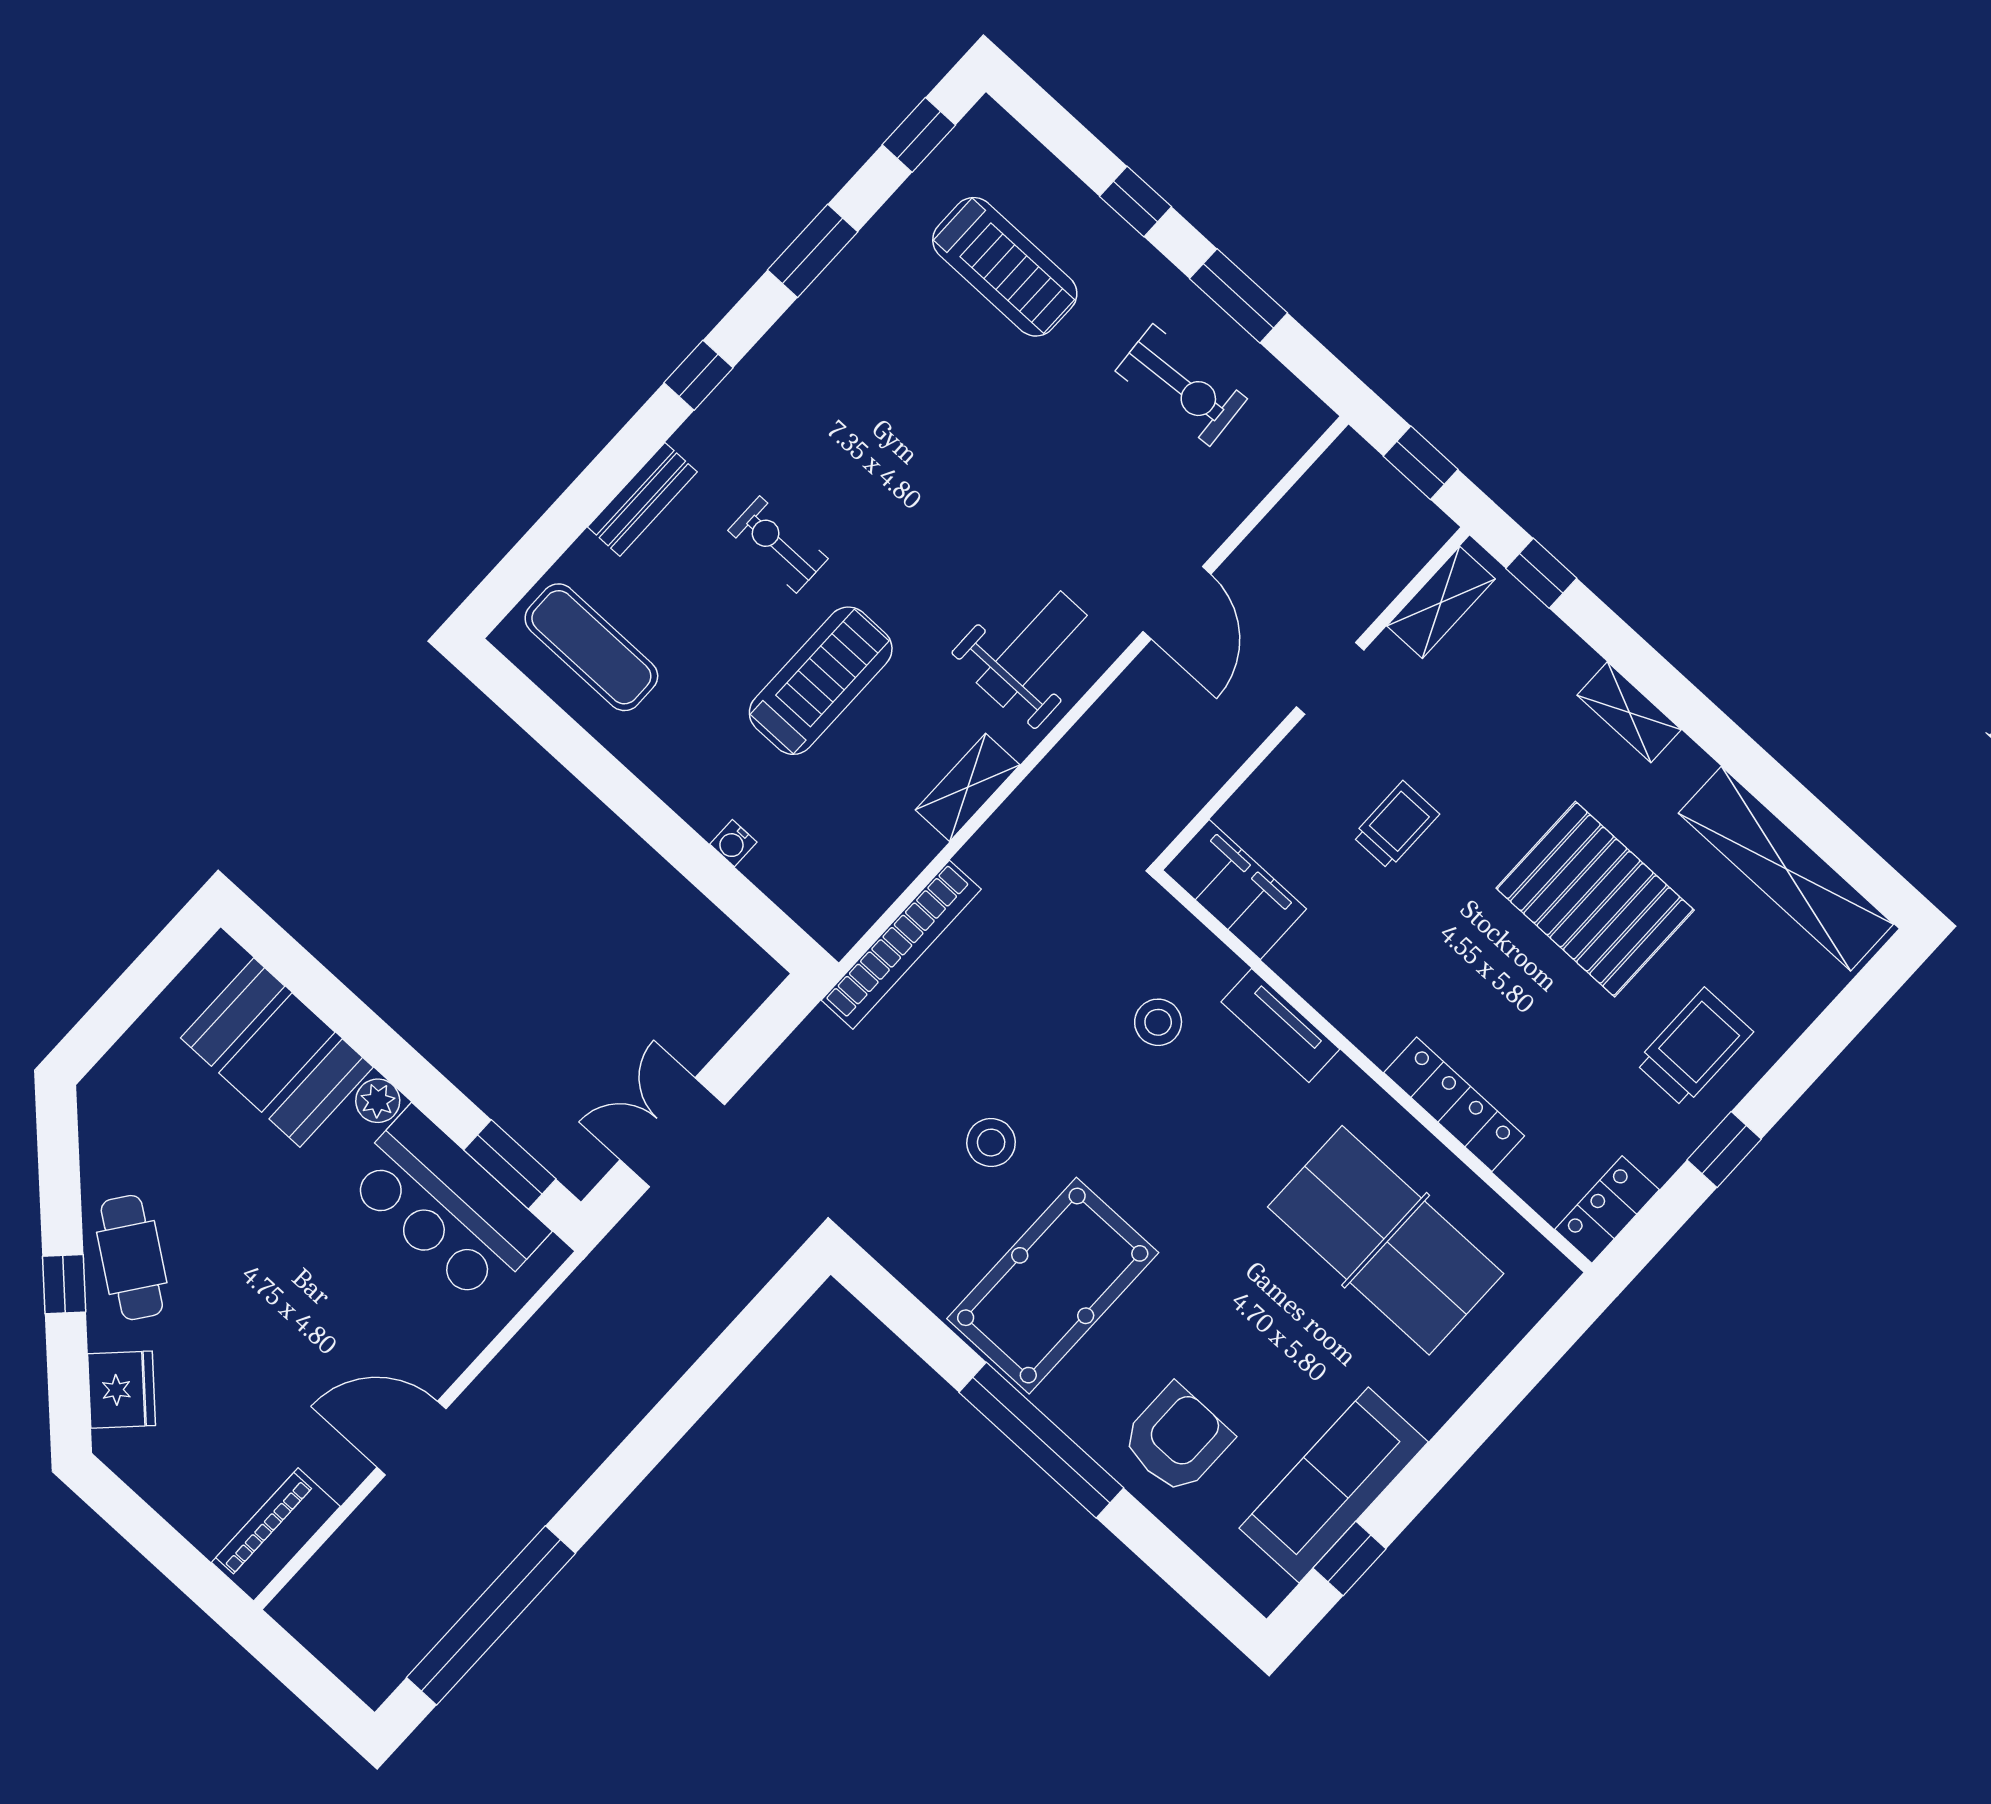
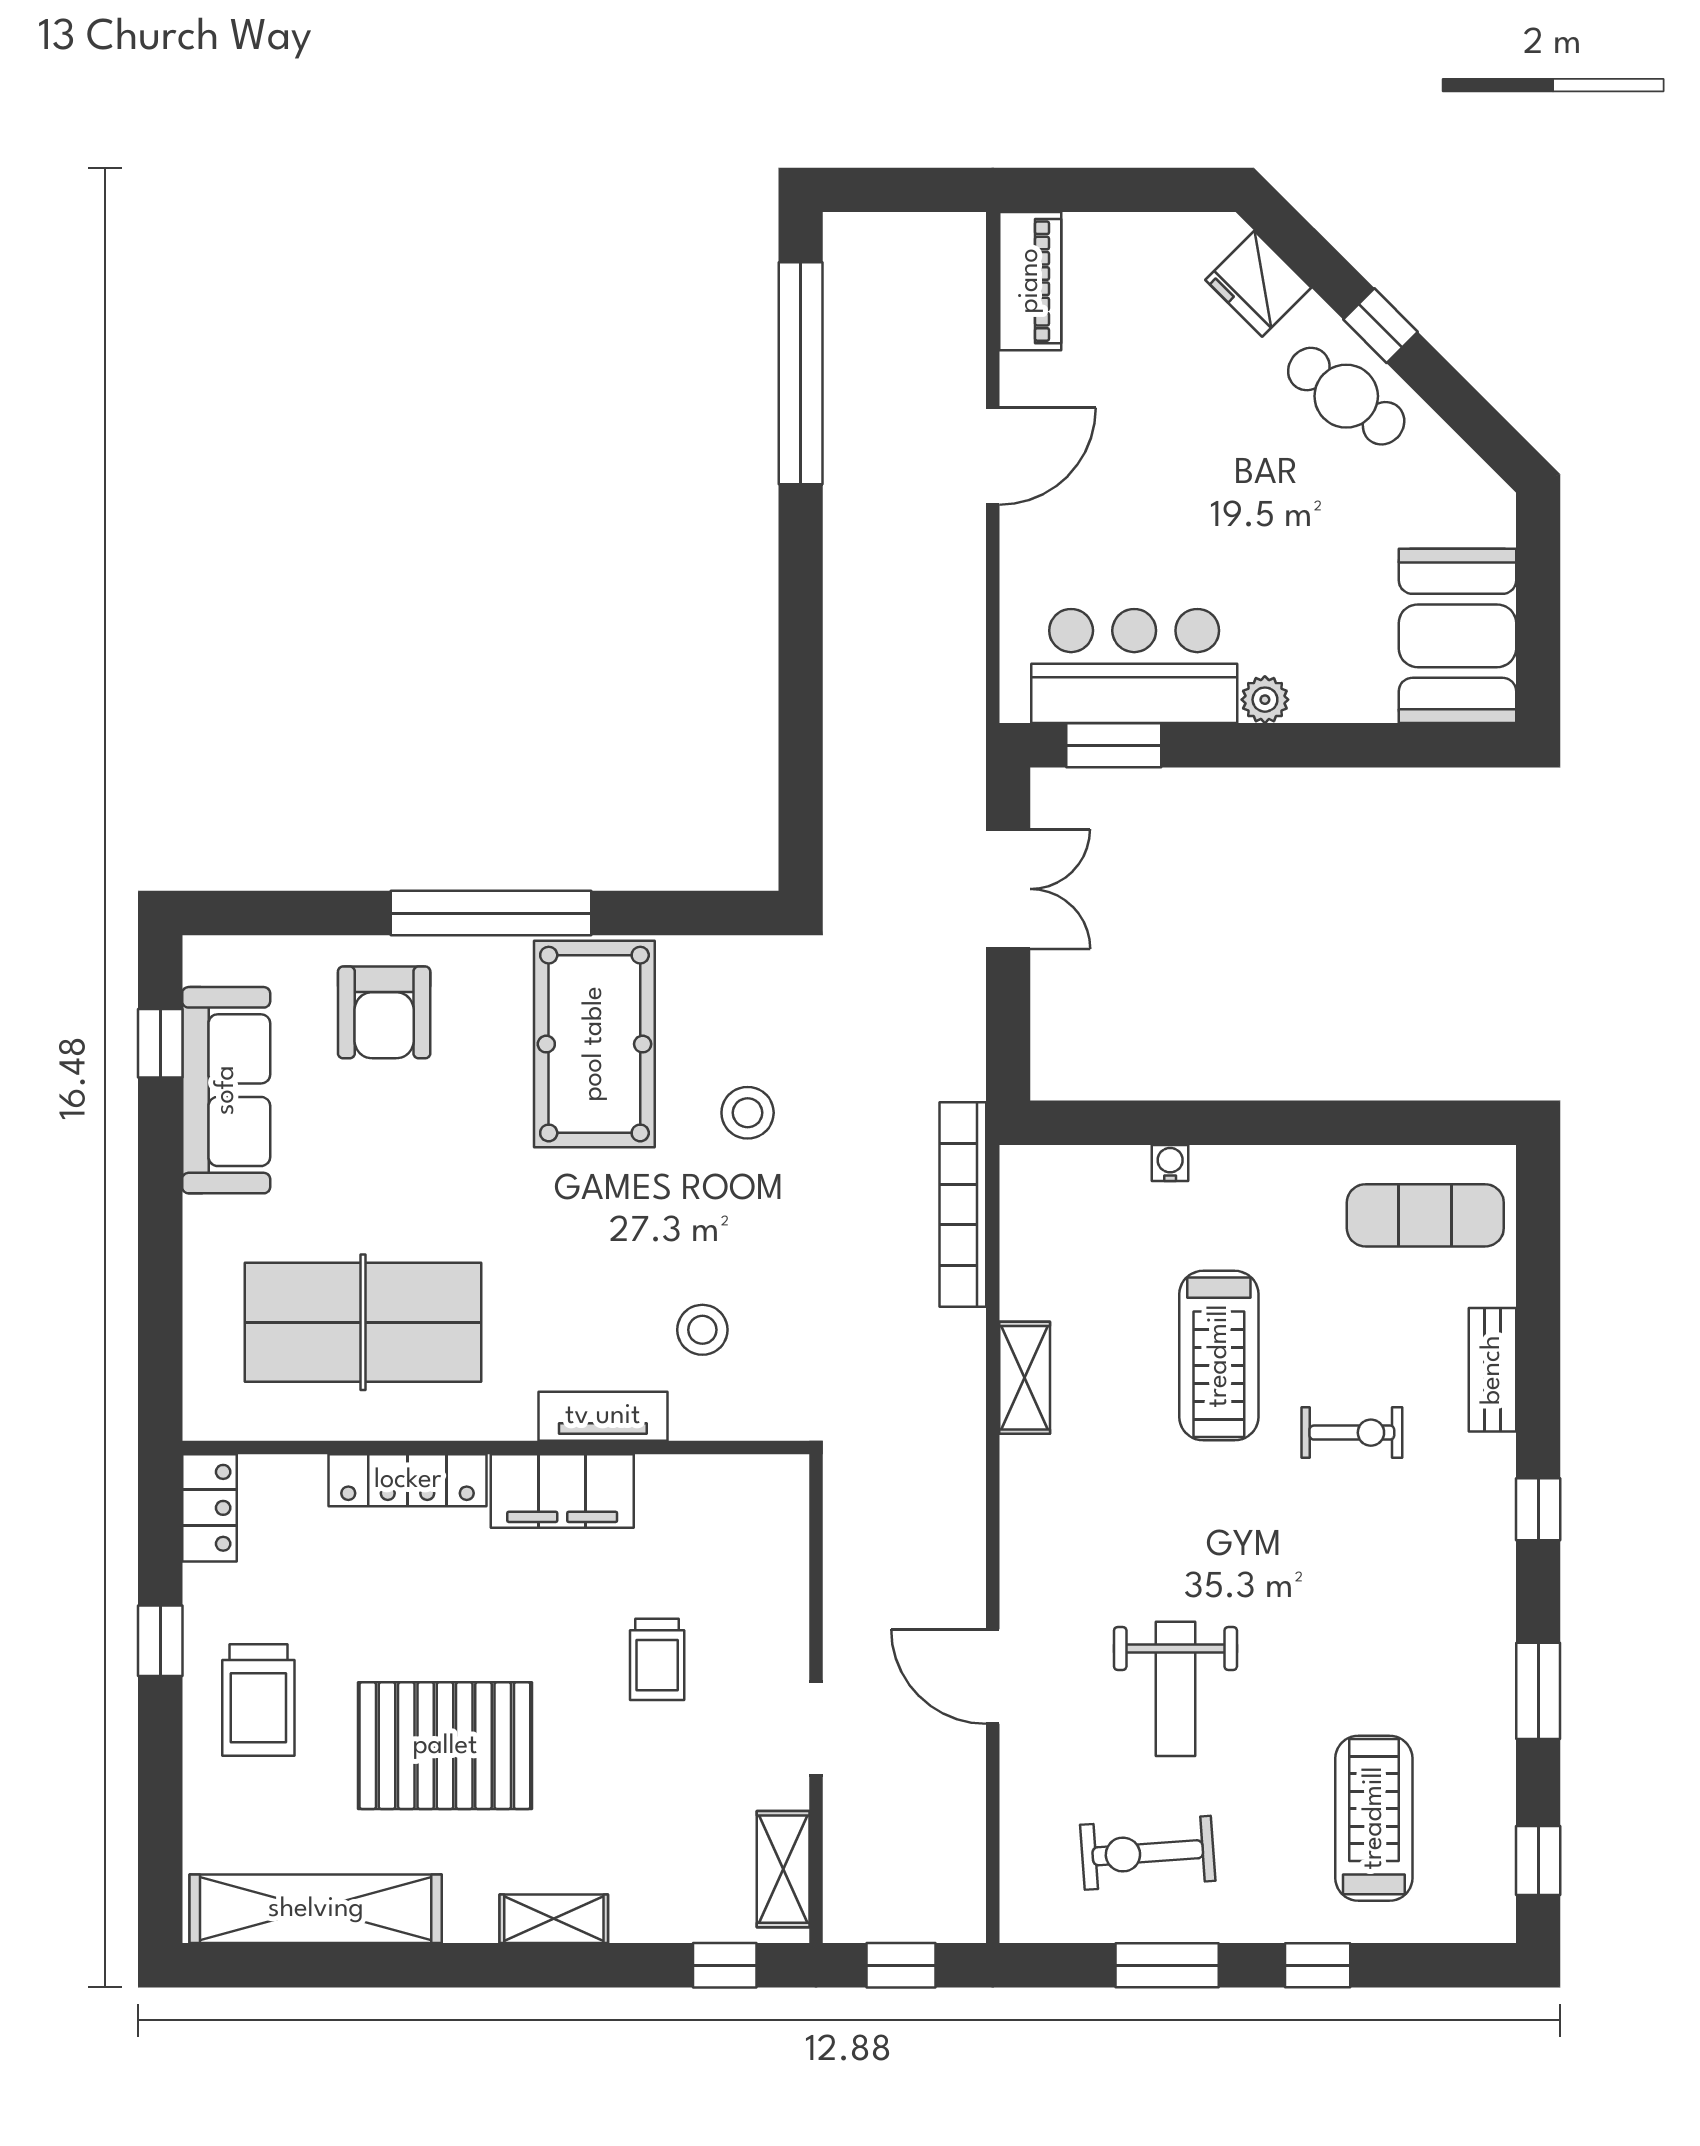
treadmill: (1005, 267) -> (1374, 1818), turned 90
weight bench: (1032, 649) -> (1175, 1689), moved
filing cabinet: (1235, 890) -> (562, 1491), moved
booth: (277, 1053) -> (1457, 636), moved, turned 90

